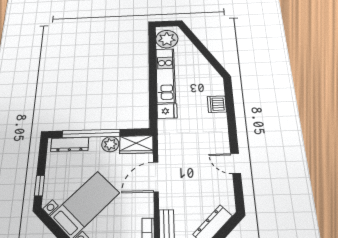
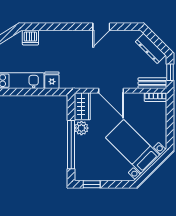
dishwasher: (217, 104) -> (30, 38), moved
dresser: (70, 144) -> (81, 162), removed
window: (39, 186) -> (92, 184), moved

